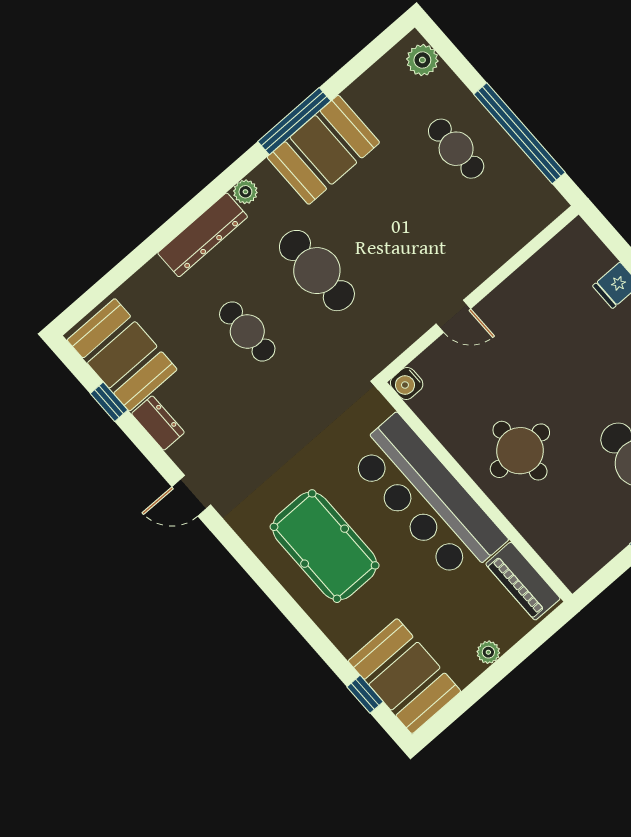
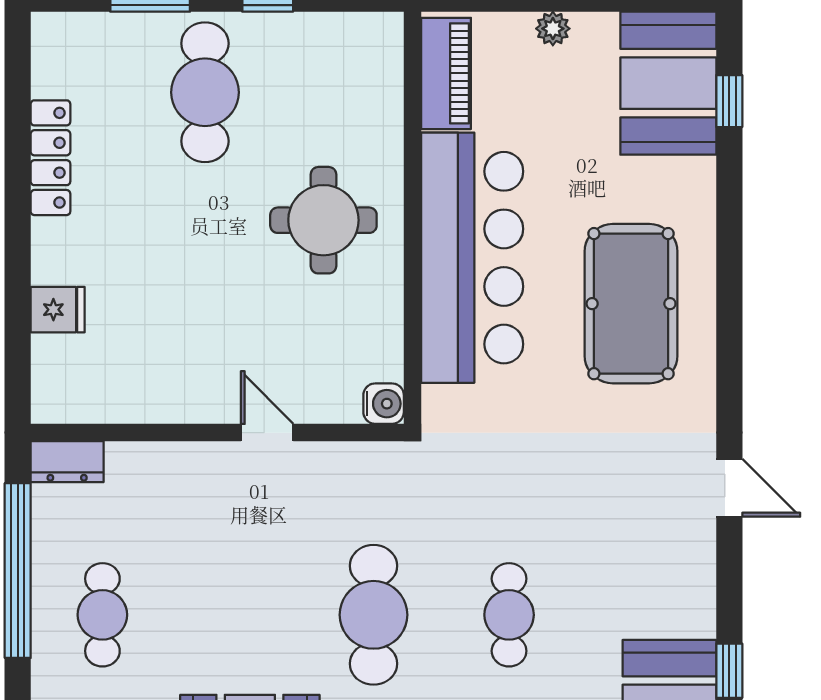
dresser: (158, 423) -> (67, 462), moved, turned -90

